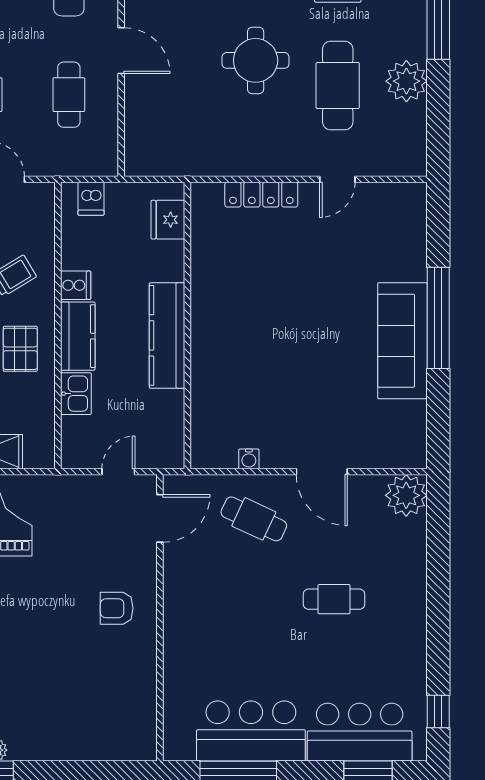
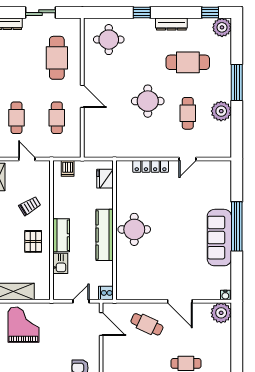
cafe table: (338, 86) -> (188, 113), width x0.73, depth x0.74
cooker: (76, 285) -> (106, 293), moved, turned 180
round table: (228, 324) -> (134, 229), added
water cooler: (249, 459) -> (225, 295), moved
door: (160, 518) -> (101, 324), hinge flipped

